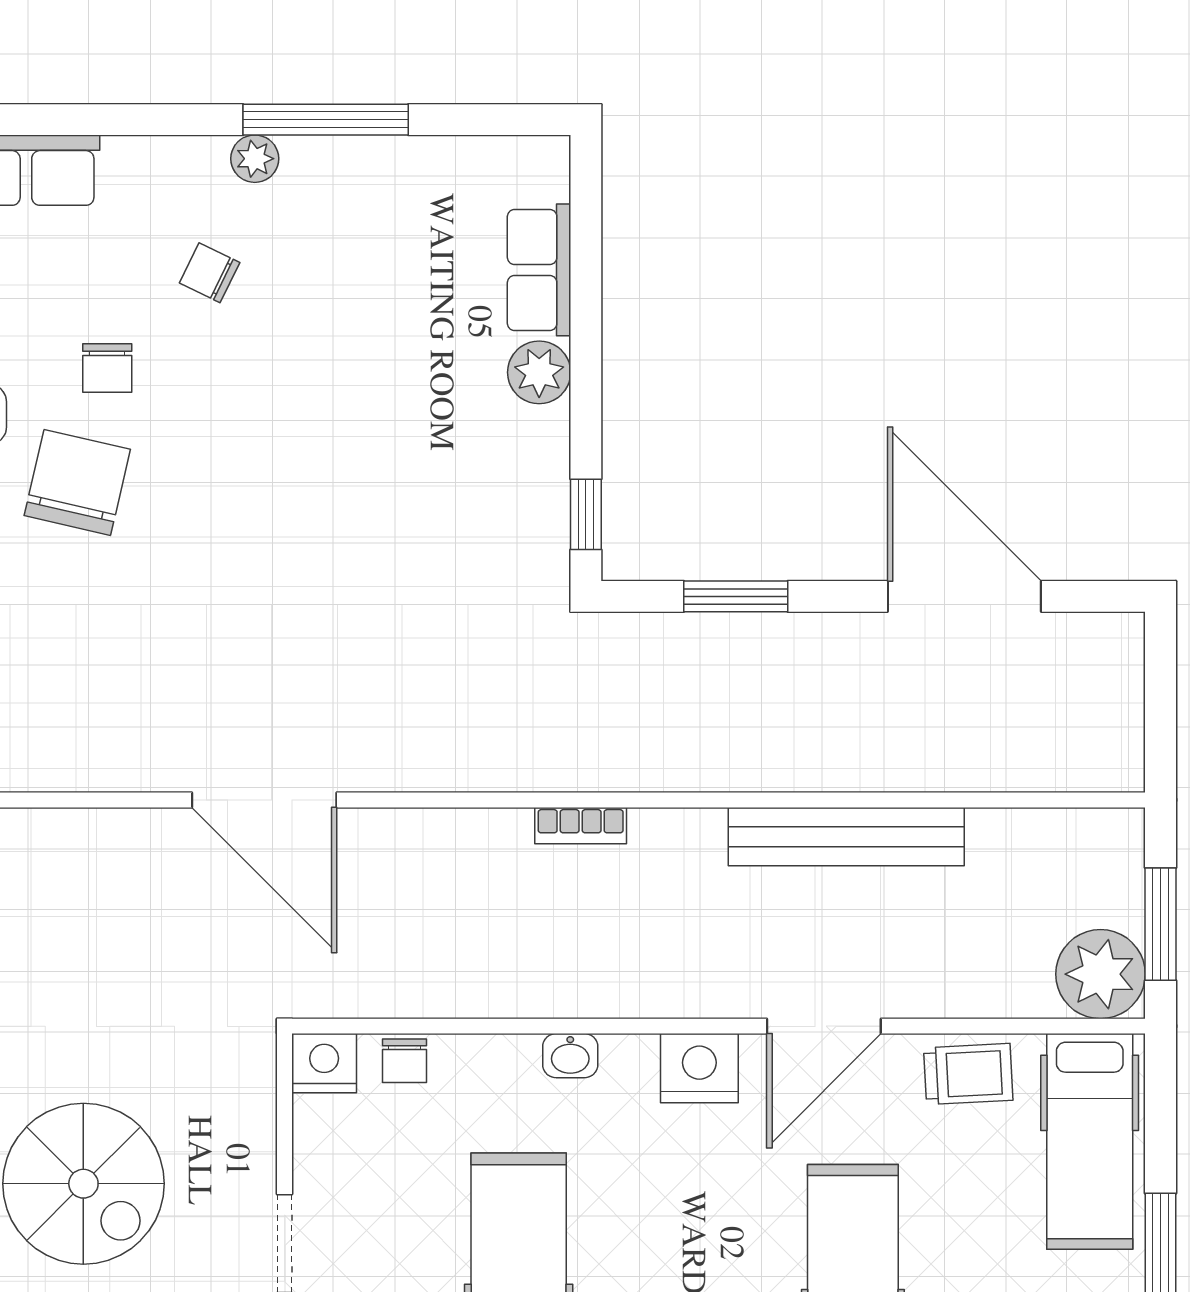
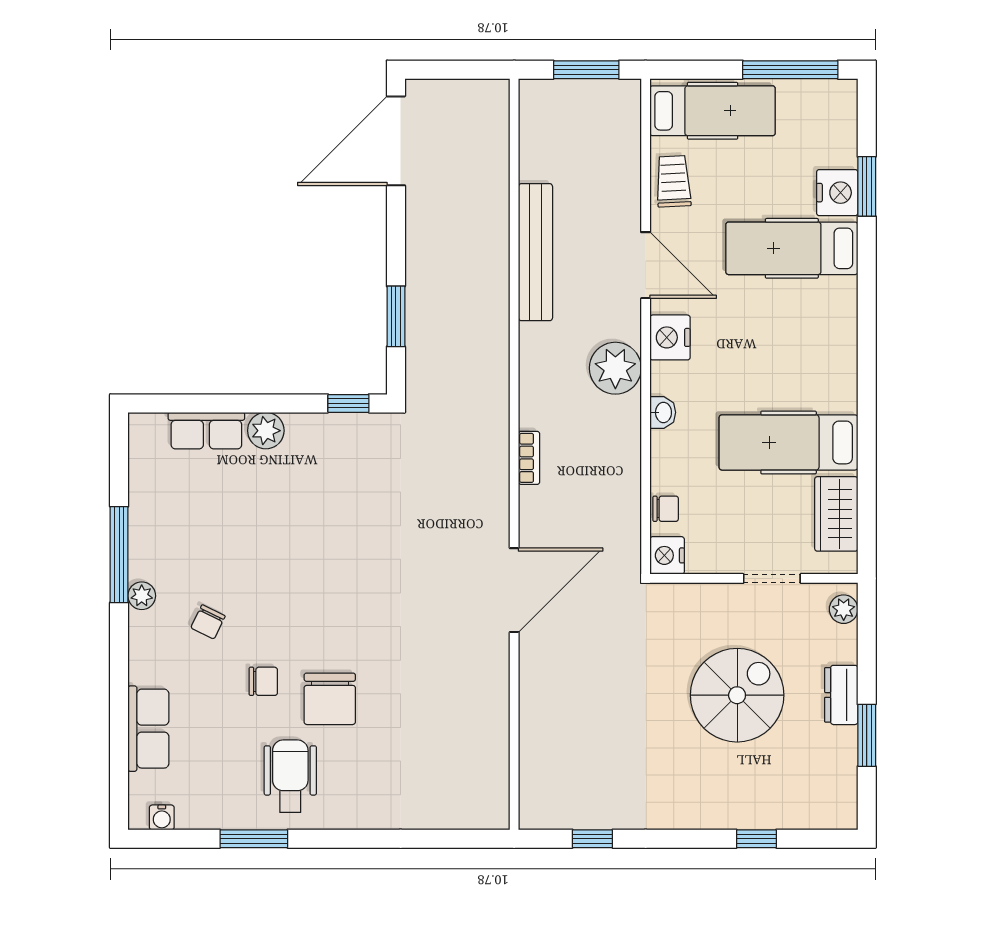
chair: (77, 482) -> (330, 699), turned -103
door: (964, 596) -> (396, 141), moved
bookcase: (581, 826) -> (529, 458), moved
plant: (1101, 974) -> (615, 368), moved

